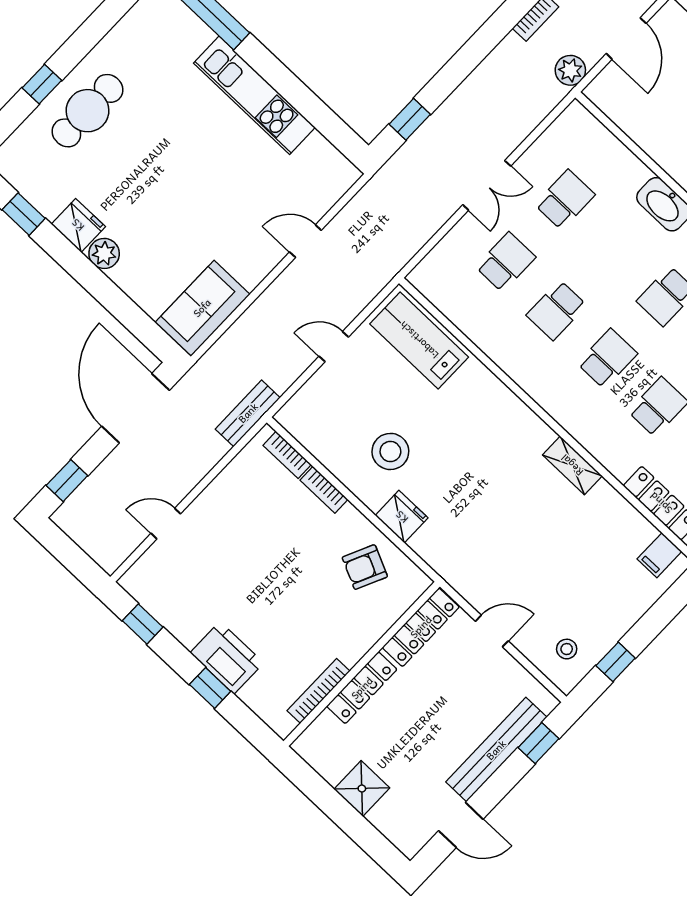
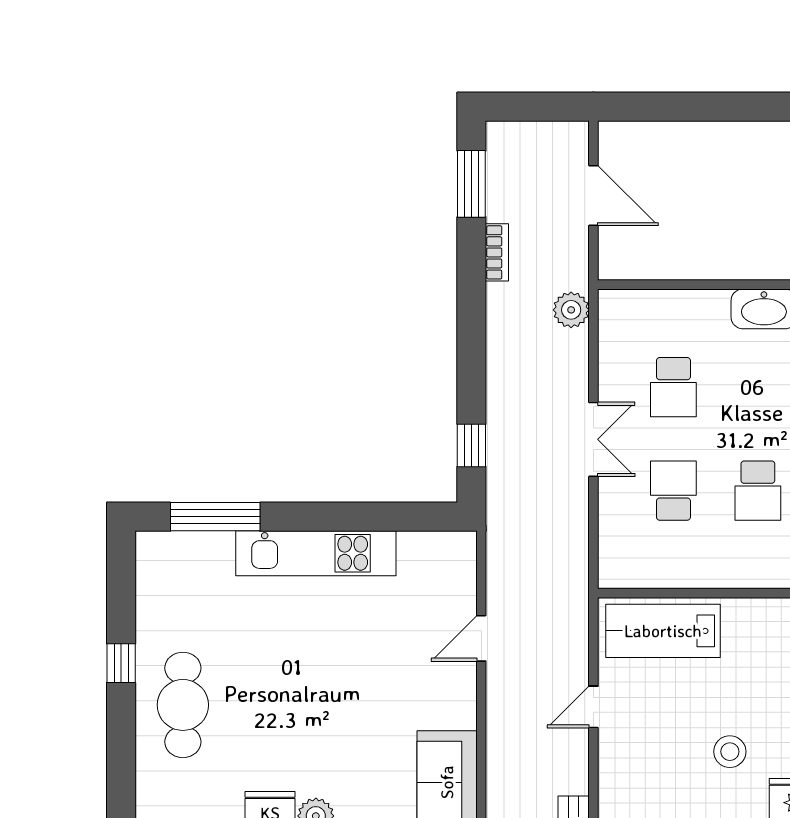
plant: (570, 70) -> (571, 310), moved
window: (42, 84) -> (121, 663), moved
school desk: (565, 200) -> (673, 387), turned 180
stool: (390, 451) -> (730, 752), width x0.73, depth x0.73

